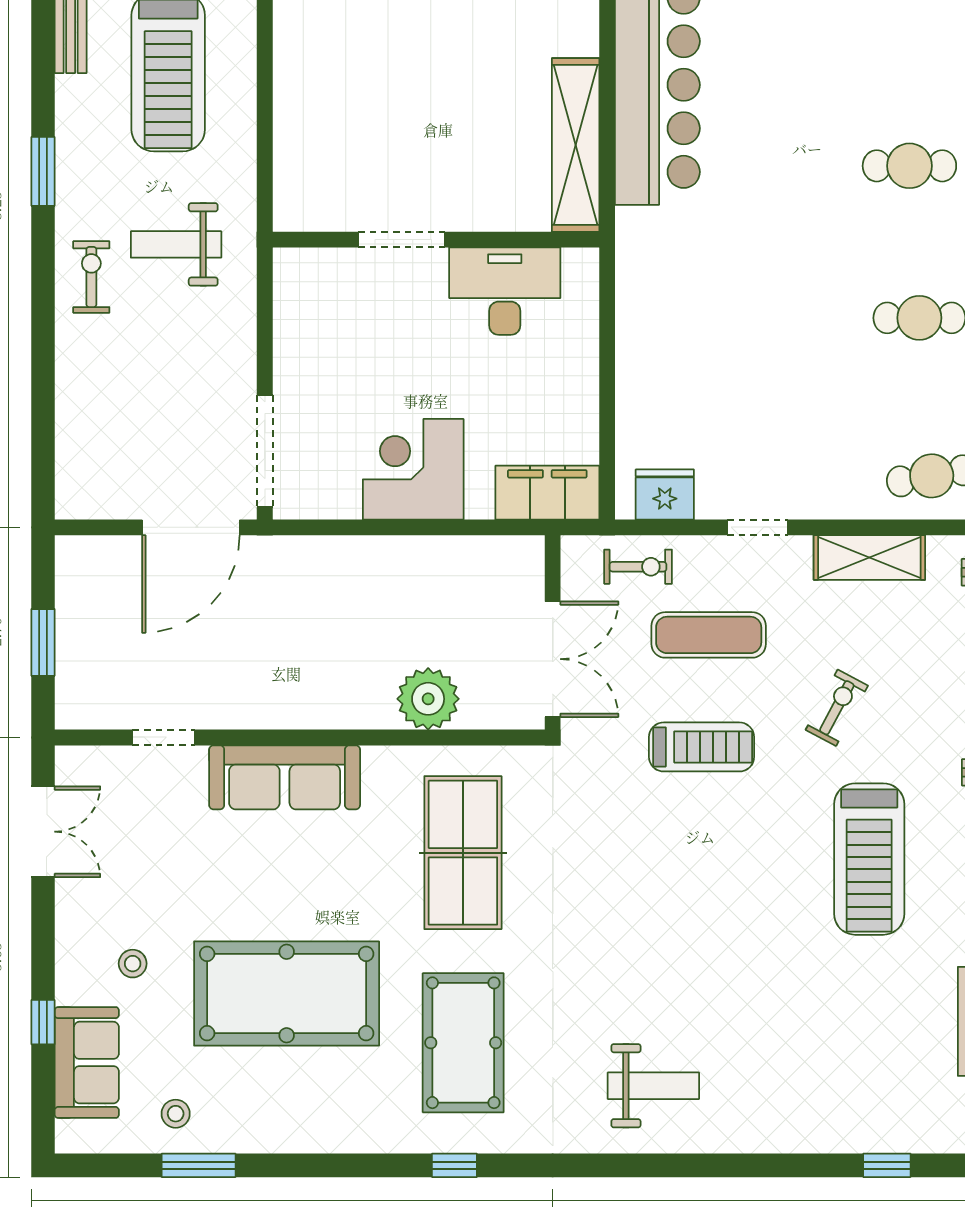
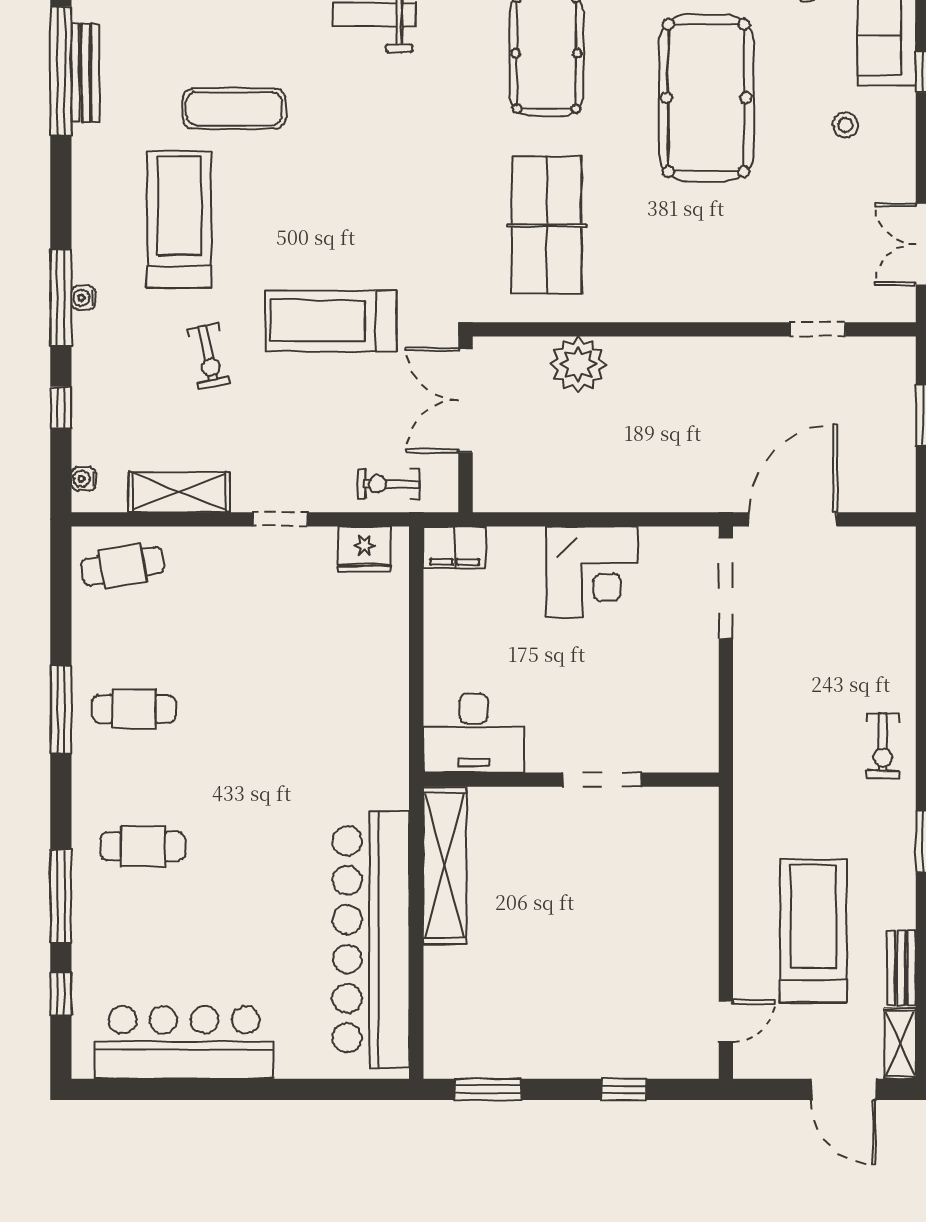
weight bench: (176, 244) -> (806, 775), removed
desk: (505, 291) -> (474, 733), moved
filing cabinet: (547, 493) -> (455, 547), width x0.67, depth x0.86
exercise mat: (709, 635) -> (234, 109), moved
exercise bike: (837, 708) -> (208, 356), turned -39
treadmill: (702, 747) -> (331, 321), width x1.37, depth x1.38
sofa: (285, 777) -> (708, 293), removed
pool table: (287, 994) -> (706, 98), turned 90

